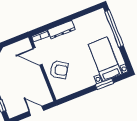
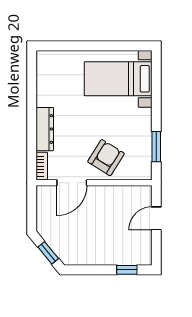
window: (114, 29) -> (76, 46), removed
window: (104, 84) -> (156, 147), moved

